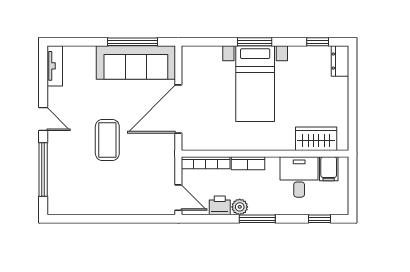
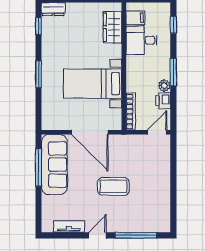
tv unit: (55, 66) -> (69, 226), moved
bed with nightstands: (255, 84) -> (93, 84), moved, turned 180
bookcase: (248, 163) -> (131, 79), removed

